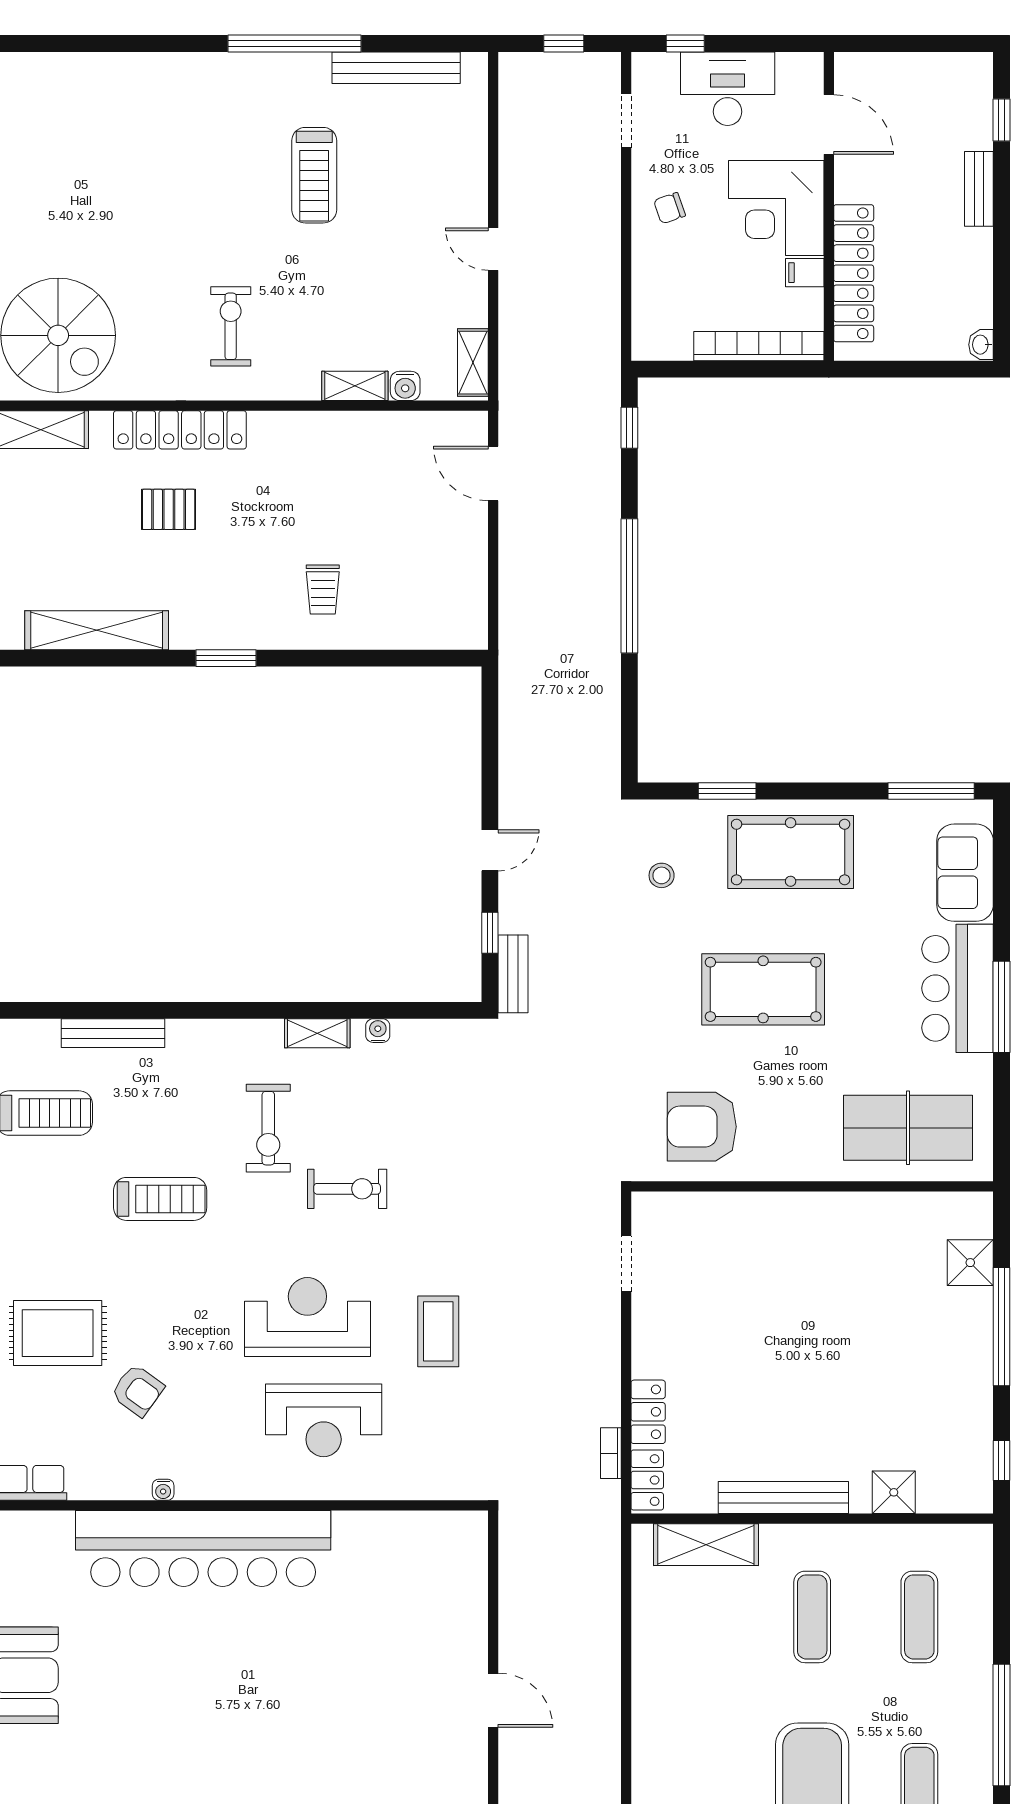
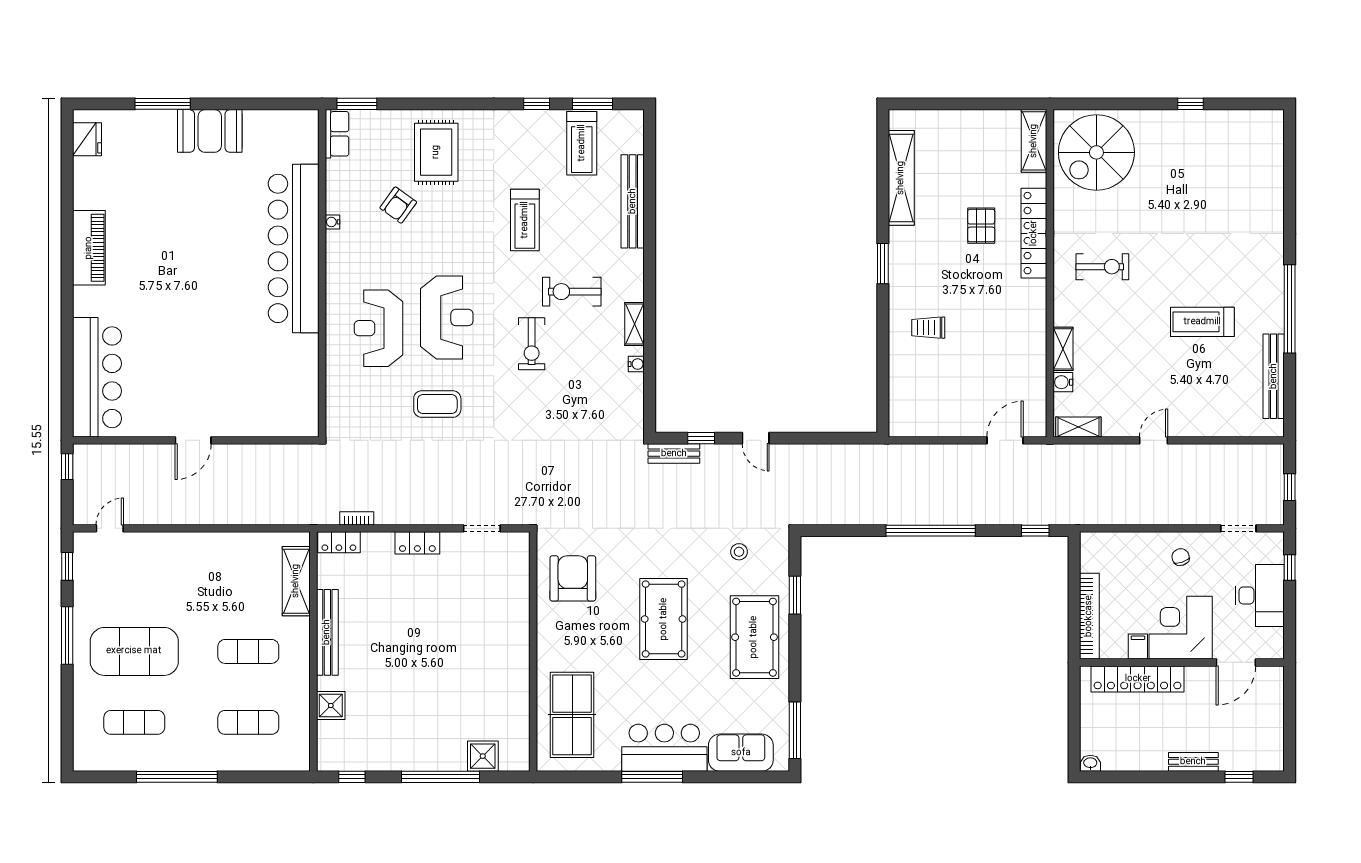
bench: (113, 1033) -> (633, 201), width x1.37, depth x1.21
locker: (648, 1412) -> (417, 543), moved

